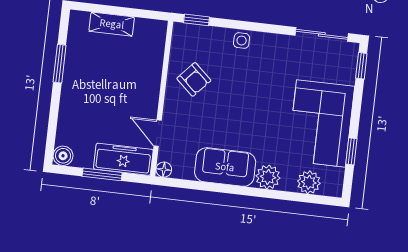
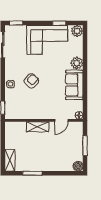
shelving: (112, 24) -> (10, 160), moved
armchair: (194, 79) -> (31, 81), moved
shelving: (151, 85) -> (38, 127), added
freezer: (123, 159) -> (76, 136), removed
plant: (309, 182) -> (77, 31), moved

